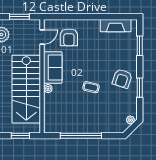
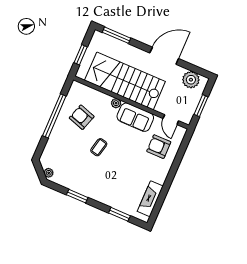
armchair: (122, 79) -> (82, 117), moved

